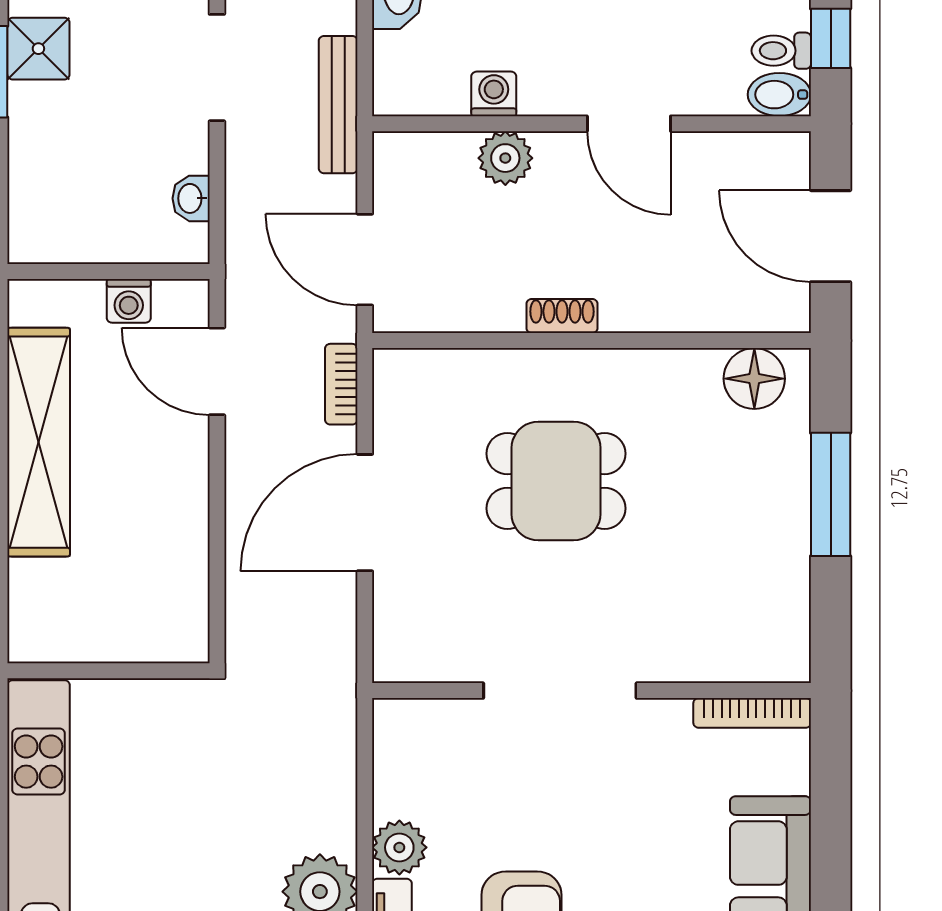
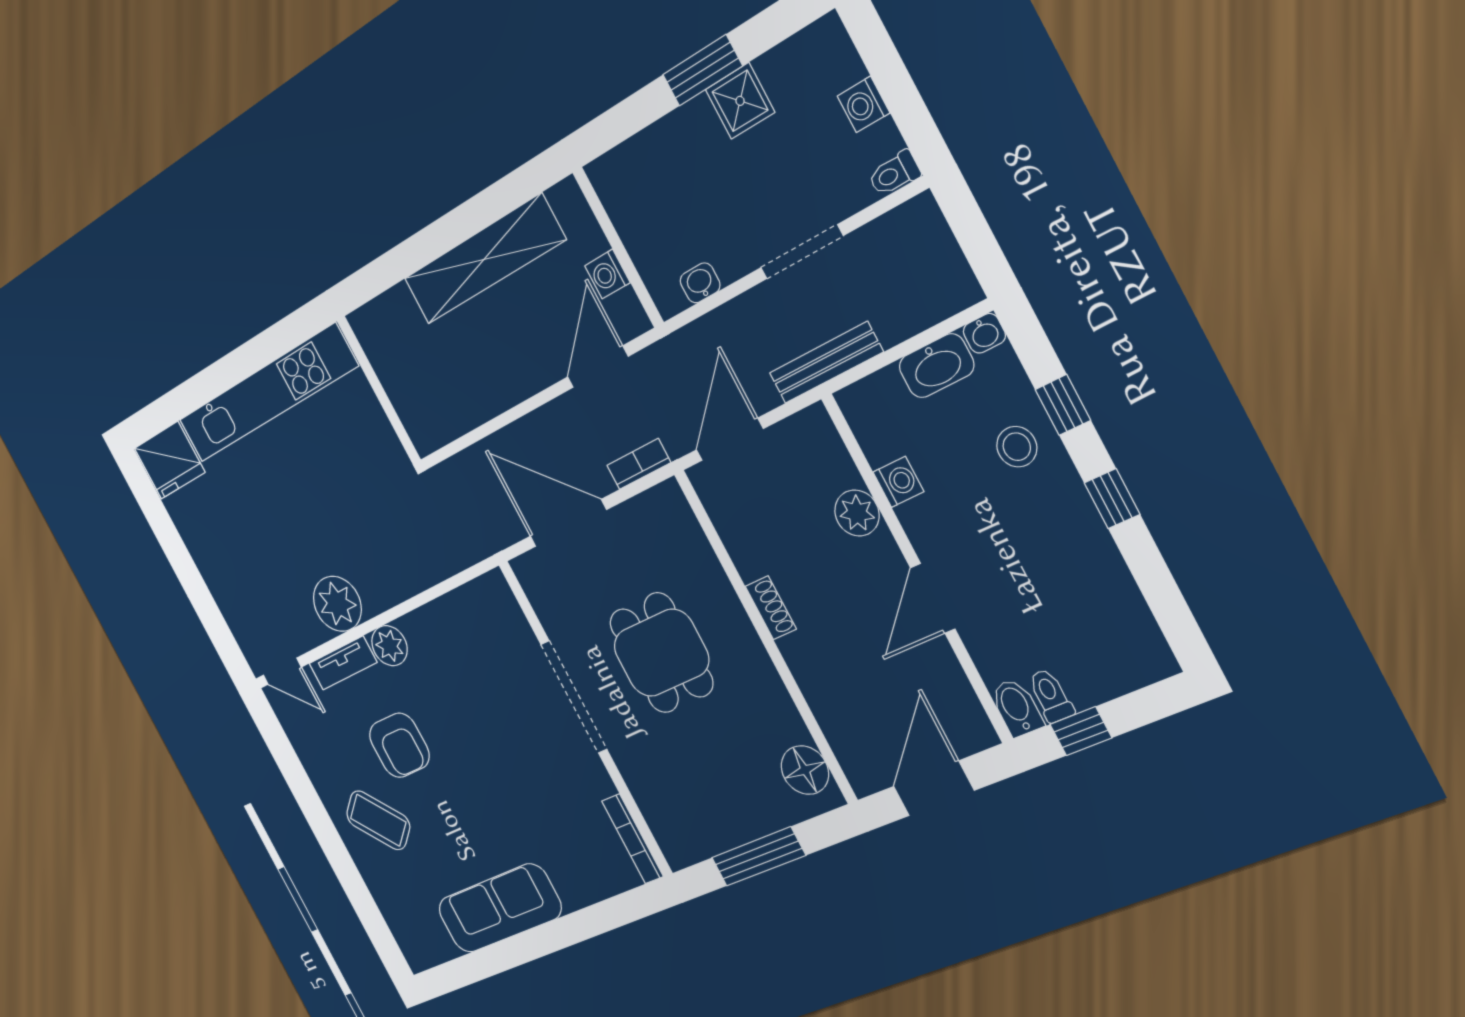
doorway: (560, 691) -> (574, 697), moved
wall: (592, 691) -> (586, 719), moved
bookcase: (752, 713) -> (633, 839), moved

